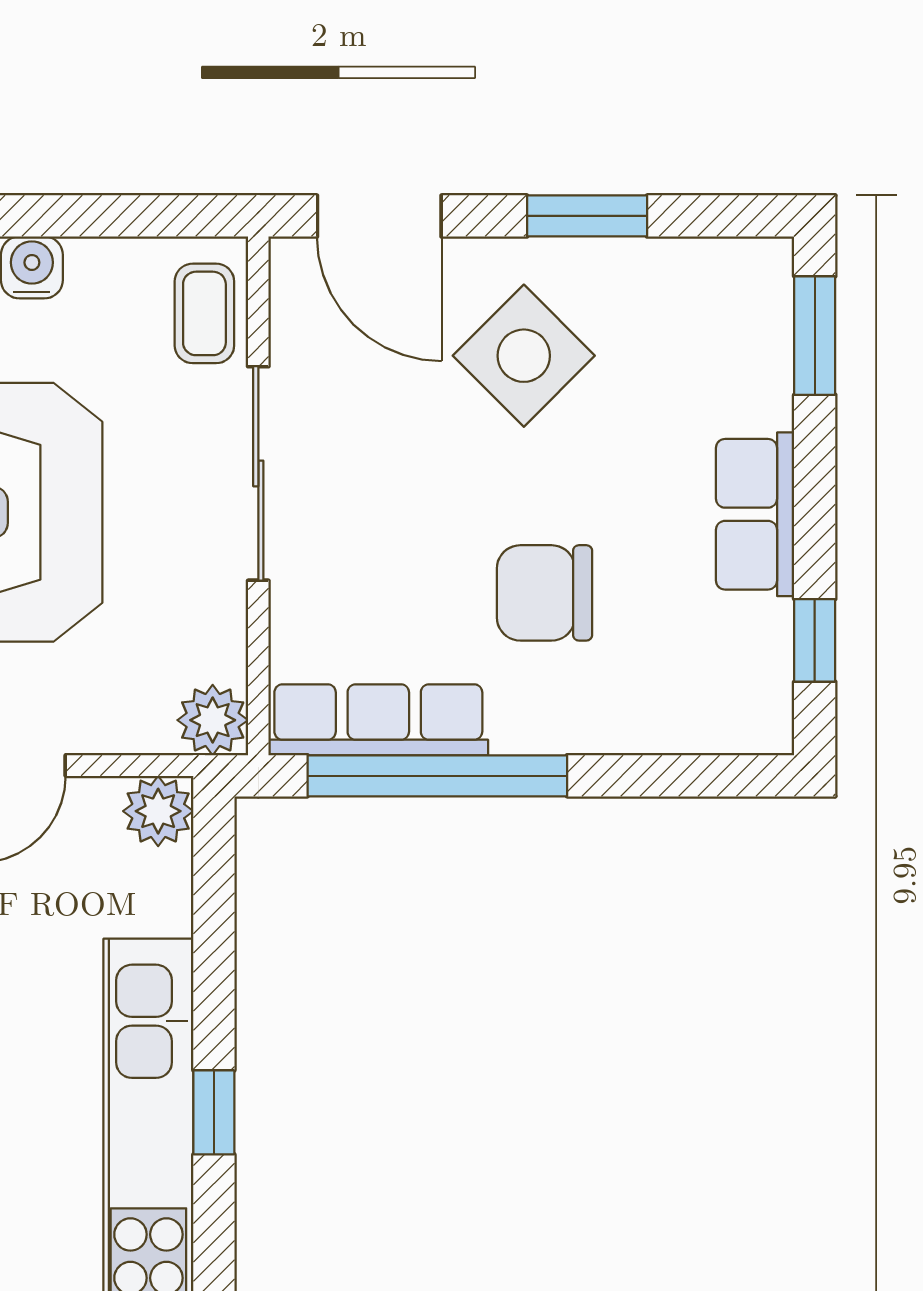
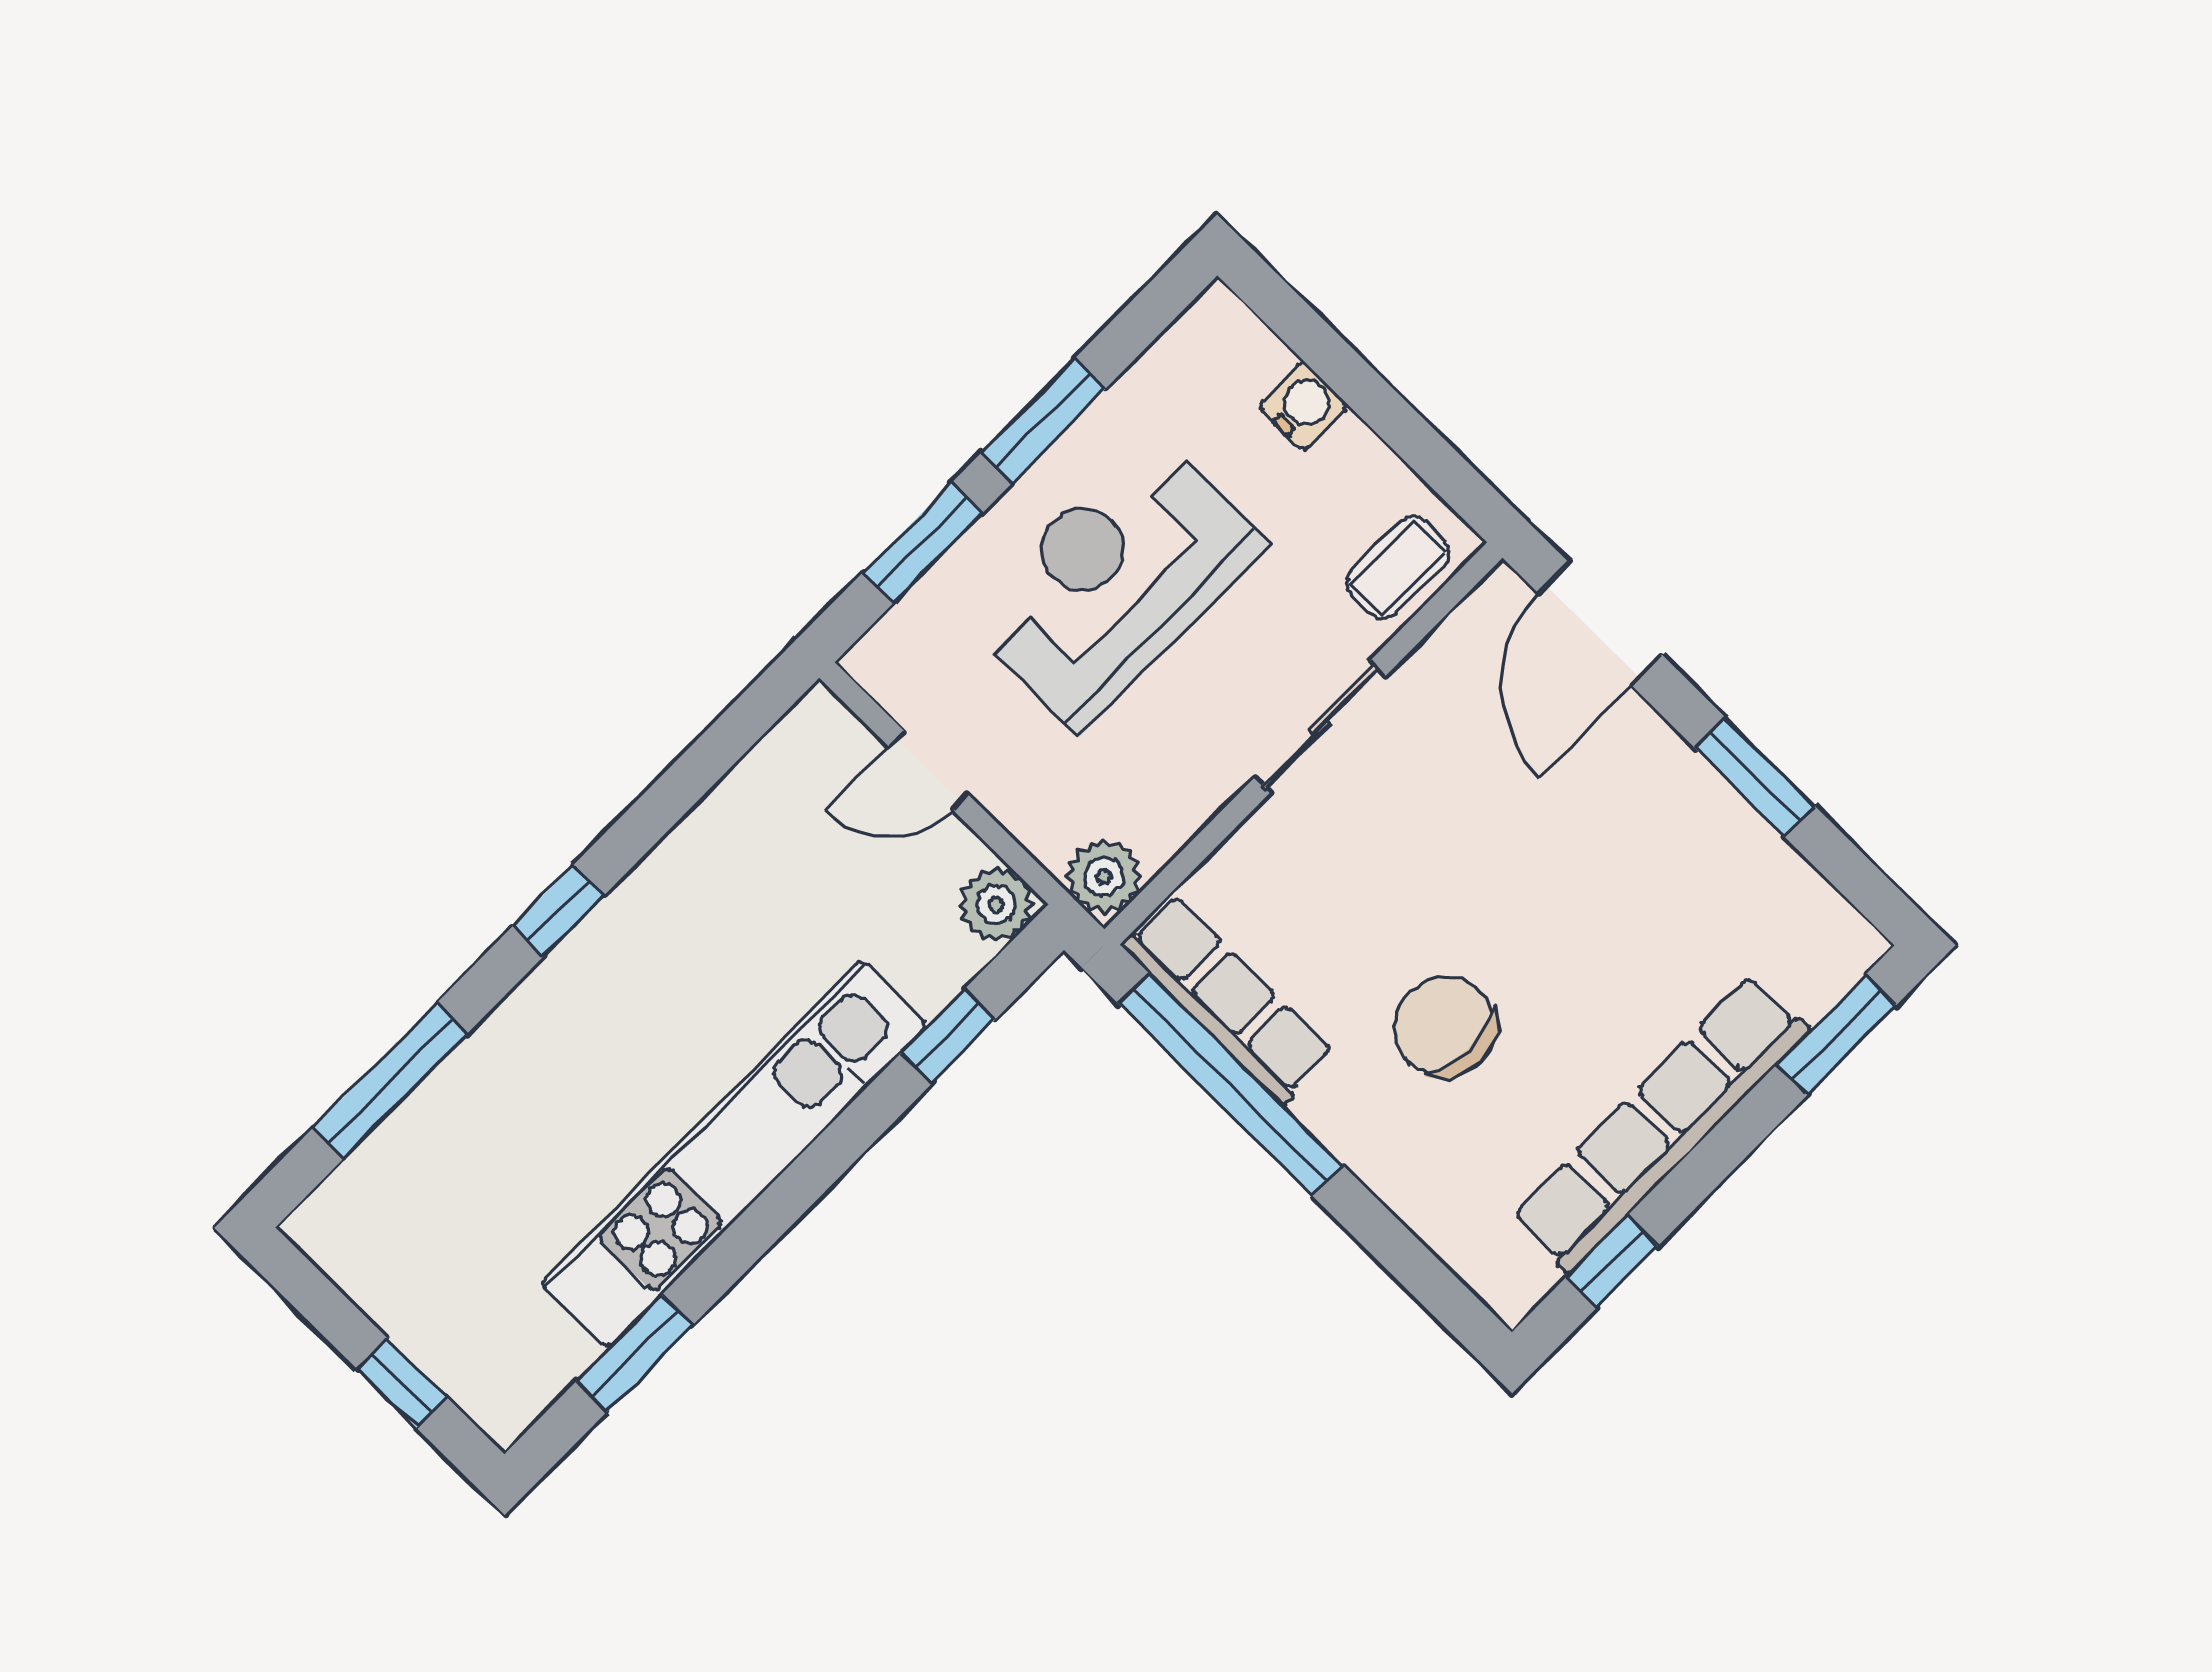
side table: (524, 356) -> (1605, 835), removed
sliding door: (258, 473) -> (1320, 727), width x0.73
row of seats: (755, 514) -> (1660, 1124), width x2.02
window: (214, 1112) -> (948, 1036), moved

